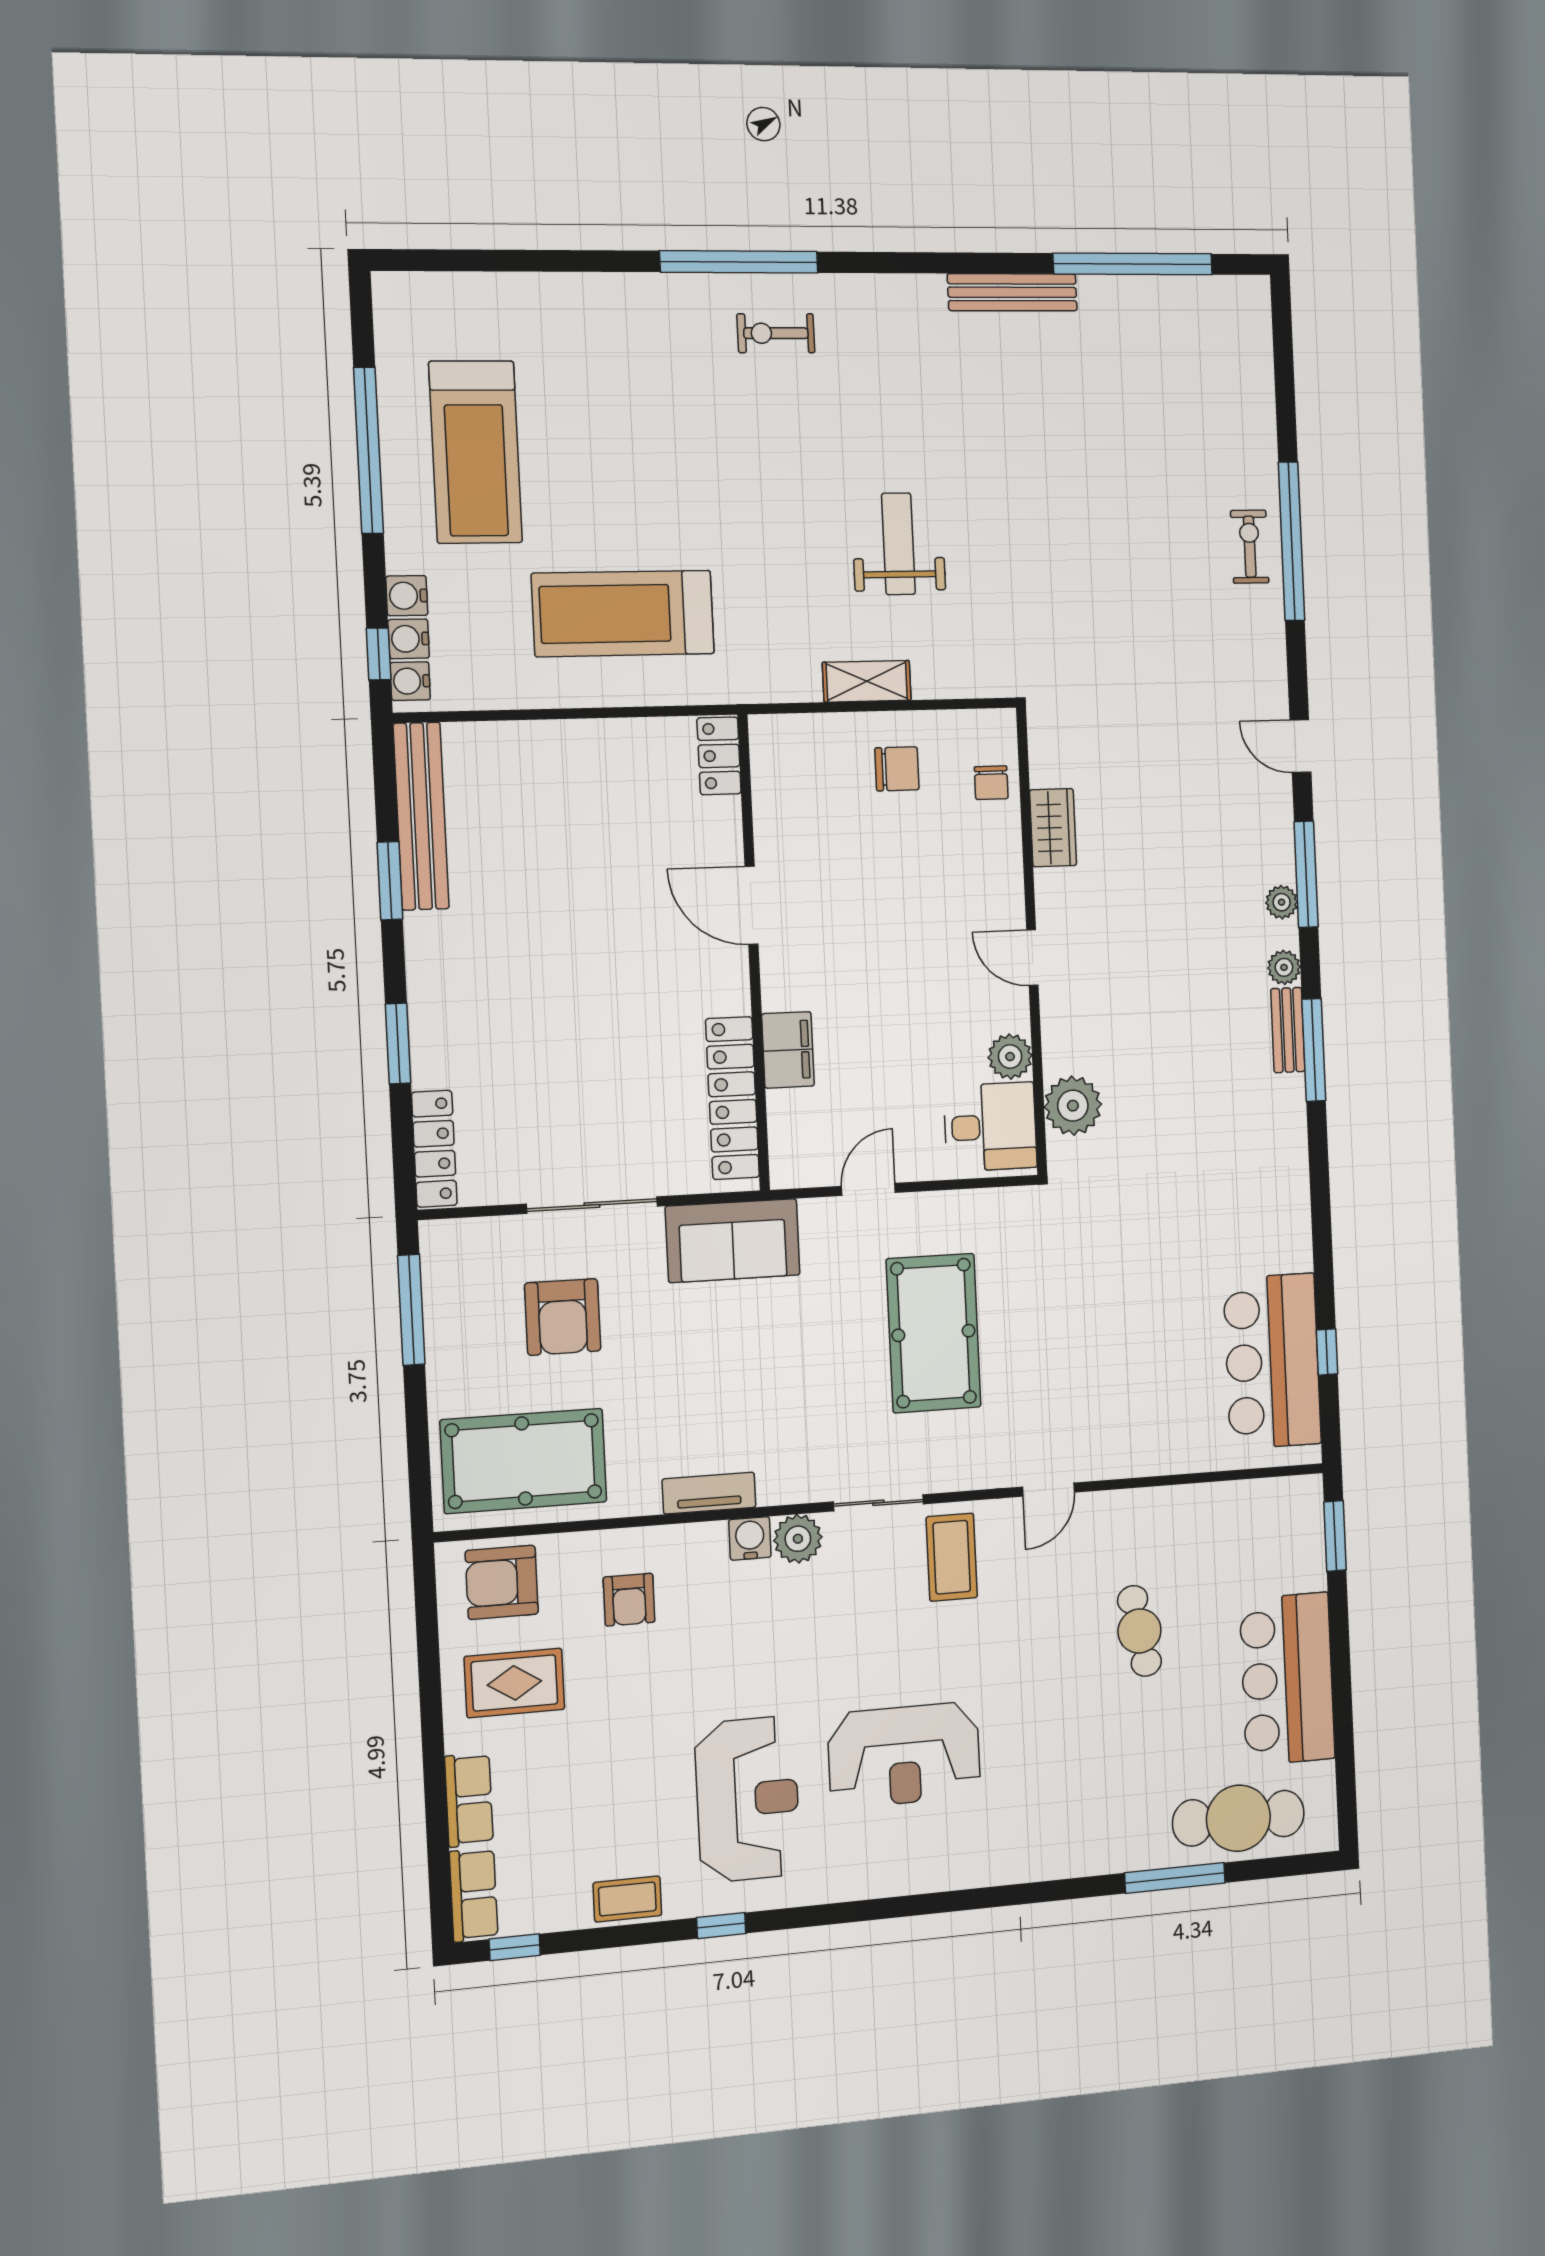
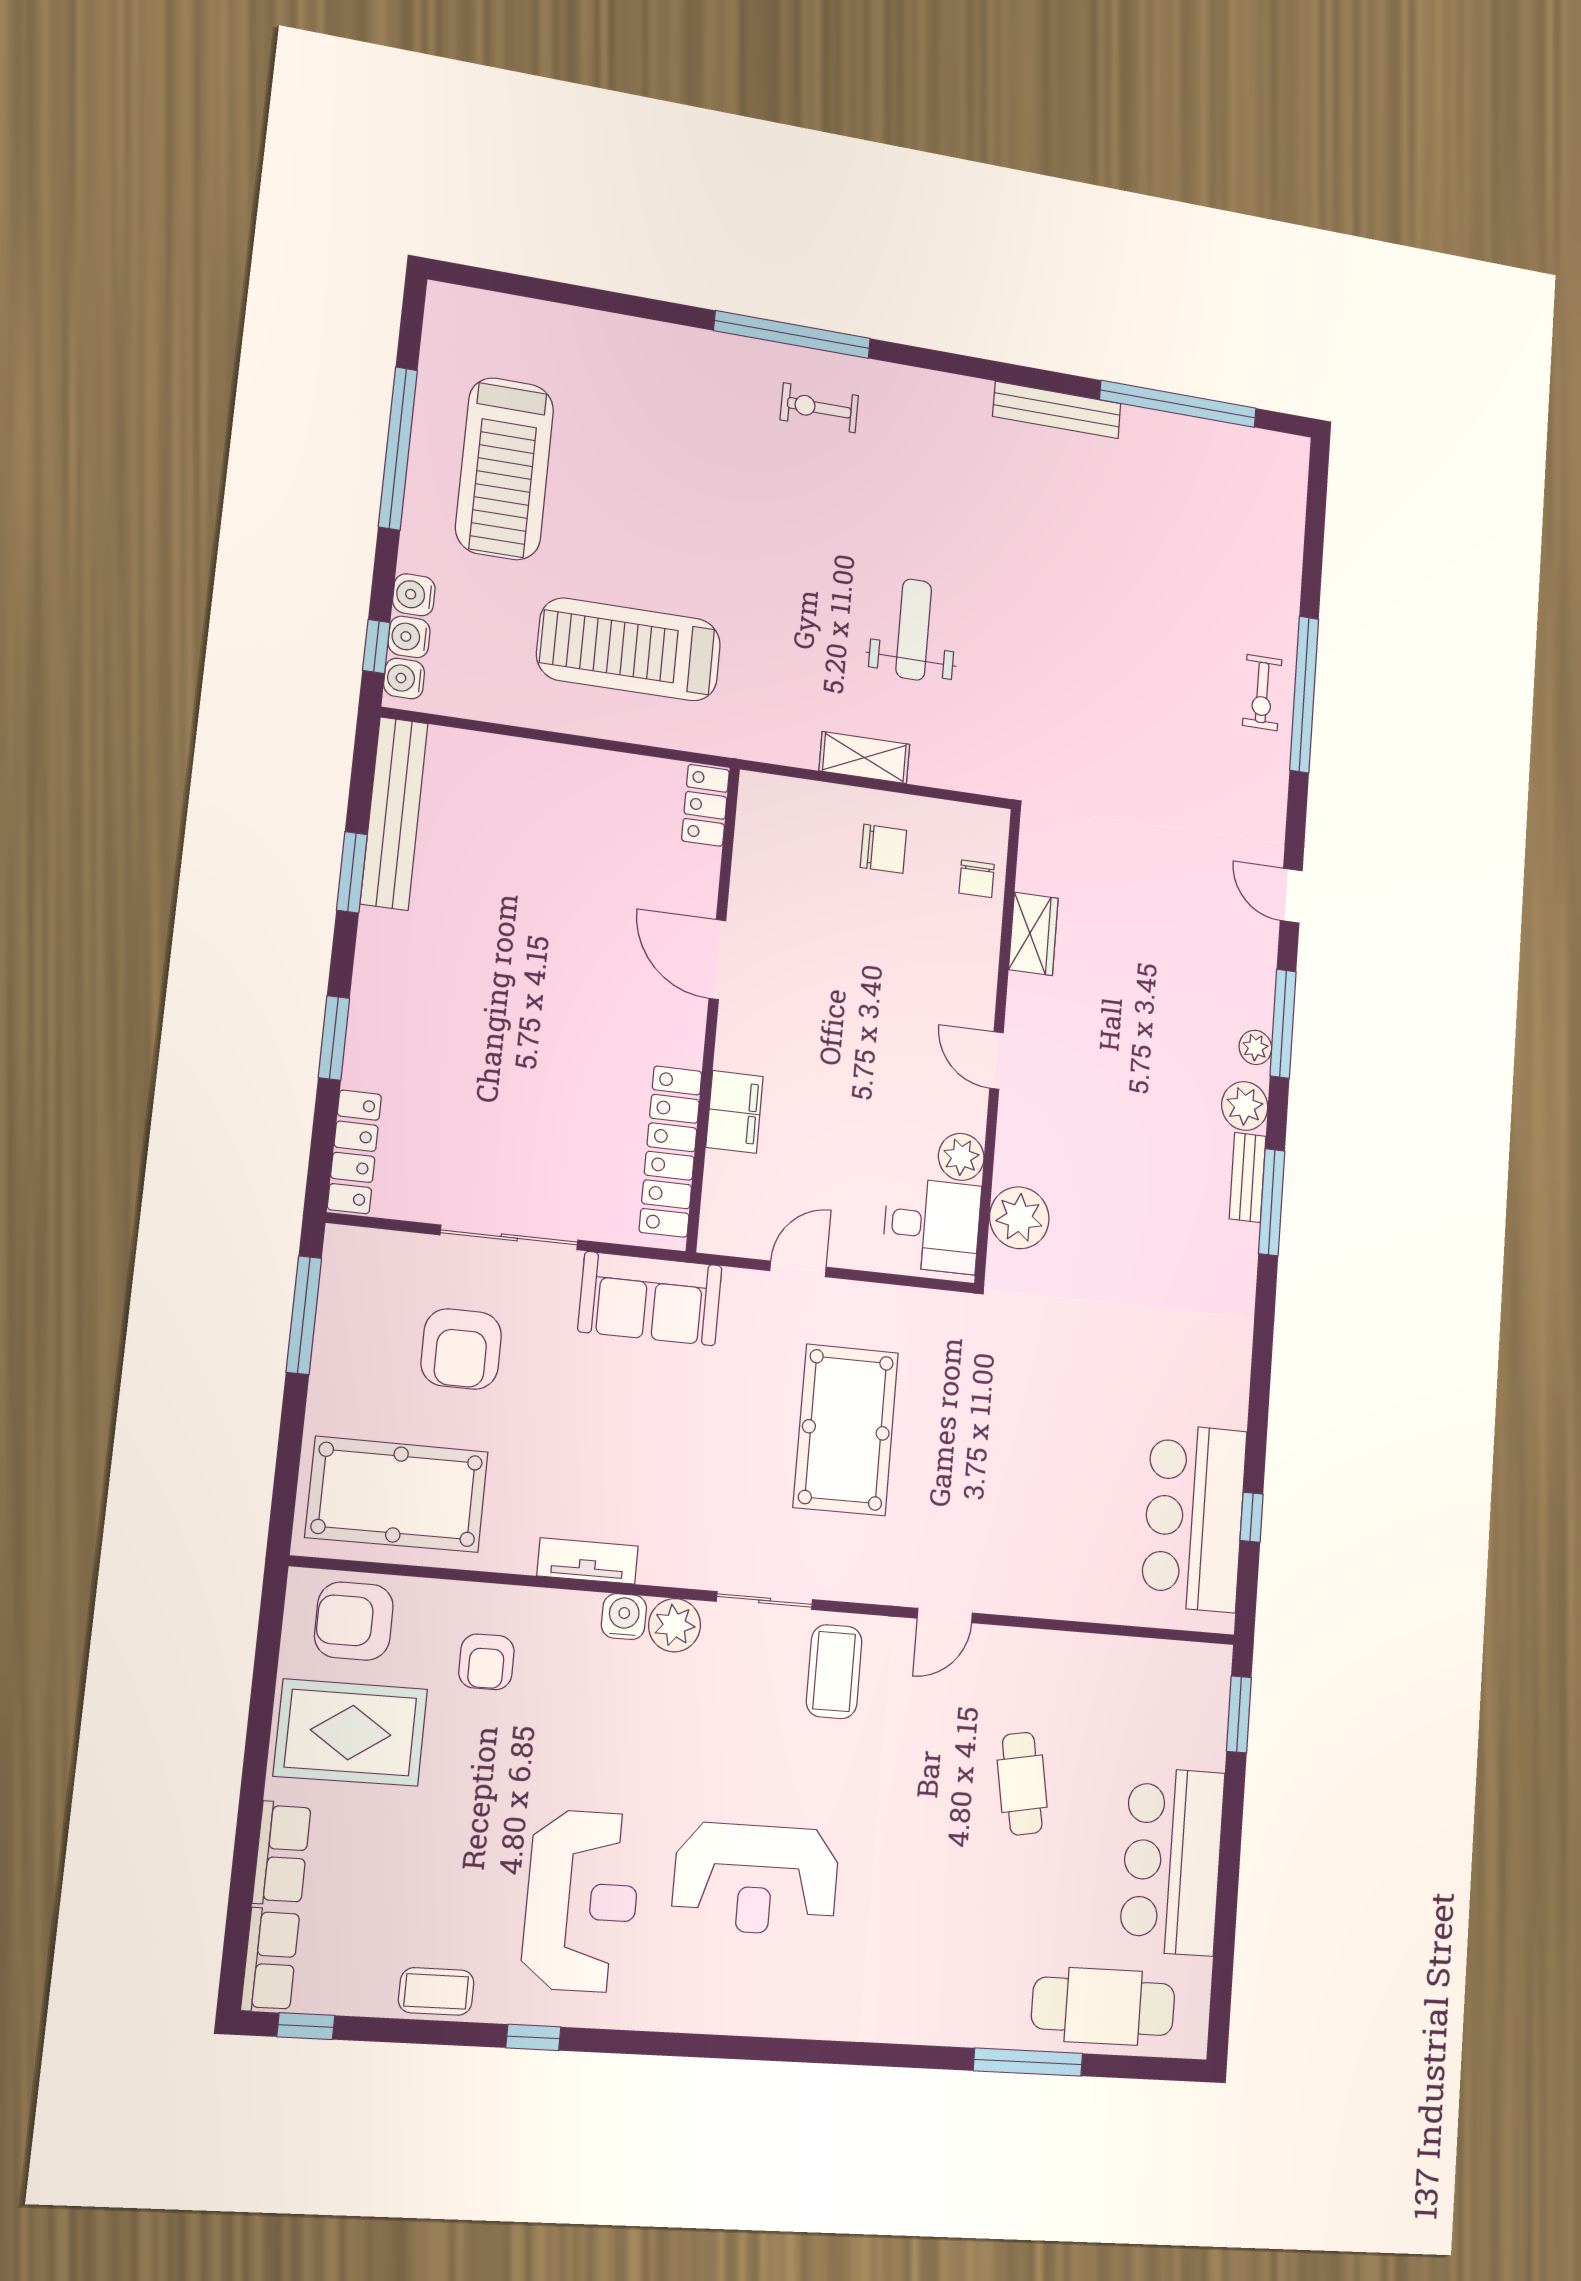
exercise bike: (1250, 547) -> (1262, 693), turned 180
plant: (1284, 967) -> (1245, 1106), width x1.38, depth x1.38
rug: (514, 1683) -> (351, 1733), width x1.36, depth x1.43

